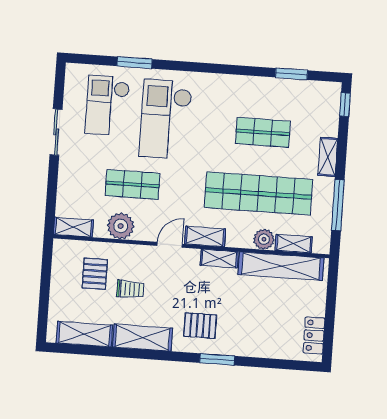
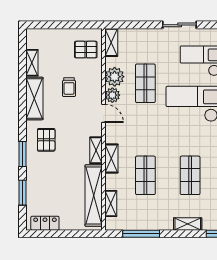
shelving: (328, 157) -> (188, 224), moved
shop shelf: (258, 193) -> (145, 175), width x0.50, depth x0.74
shelving: (205, 236) -> (111, 158), moved
plant: (264, 239) -> (112, 95), moved
pallet: (95, 274) -> (86, 50), moved
shelving: (84, 334) -> (32, 63), width x0.67, depth x0.75
window: (270, 363) -> (22, 193), added

